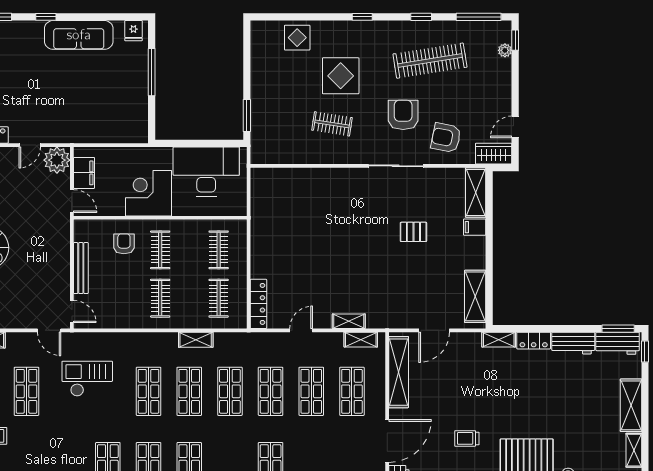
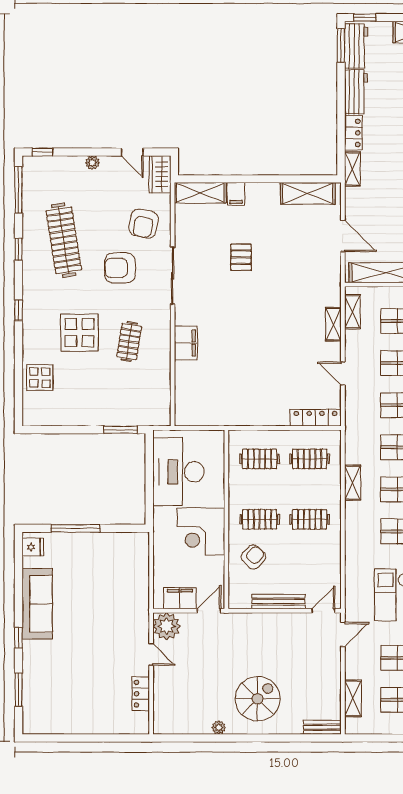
plant: (505, 50) -> (92, 163), moved
filing cabinet: (331, 179) -> (186, 343), added
armchair: (124, 244) -> (253, 557), turned 134

